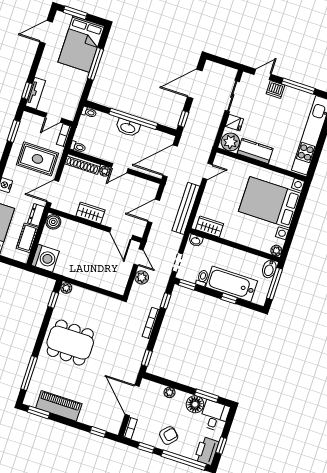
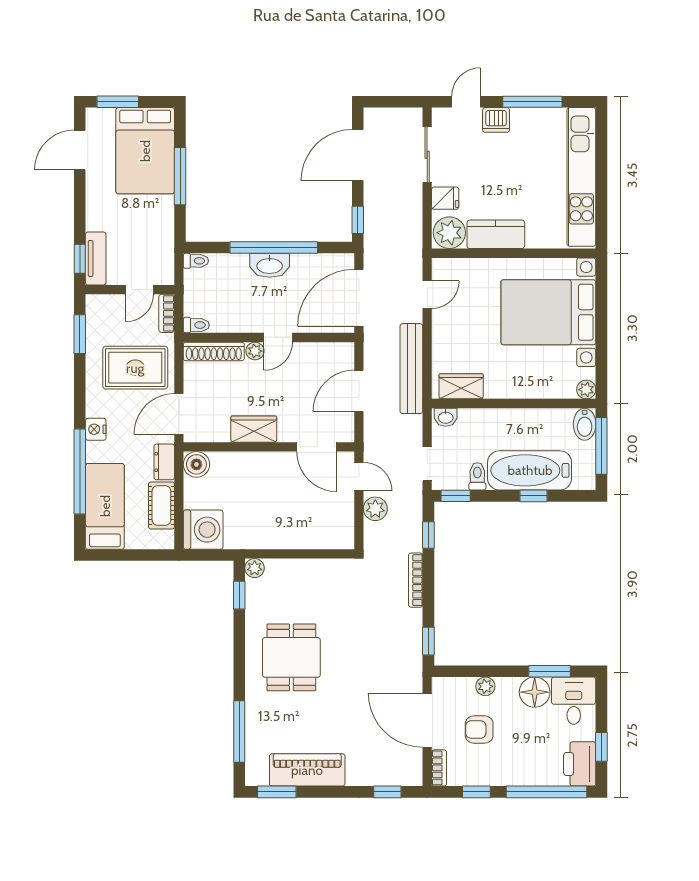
dining table: (70, 343) -> (291, 657), width x0.73
armchair: (169, 436) -> (479, 729), moved, turned -133

